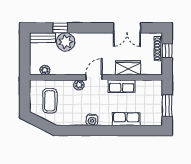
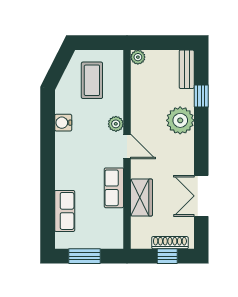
plant: (66, 42) -> (180, 120), moved
plant: (45, 70) -> (138, 57), moved
coffee table: (50, 101) -> (92, 80), turned 90
row of seats: (126, 119) -> (65, 211), moved
water cooler: (92, 120) -> (63, 123), moved

